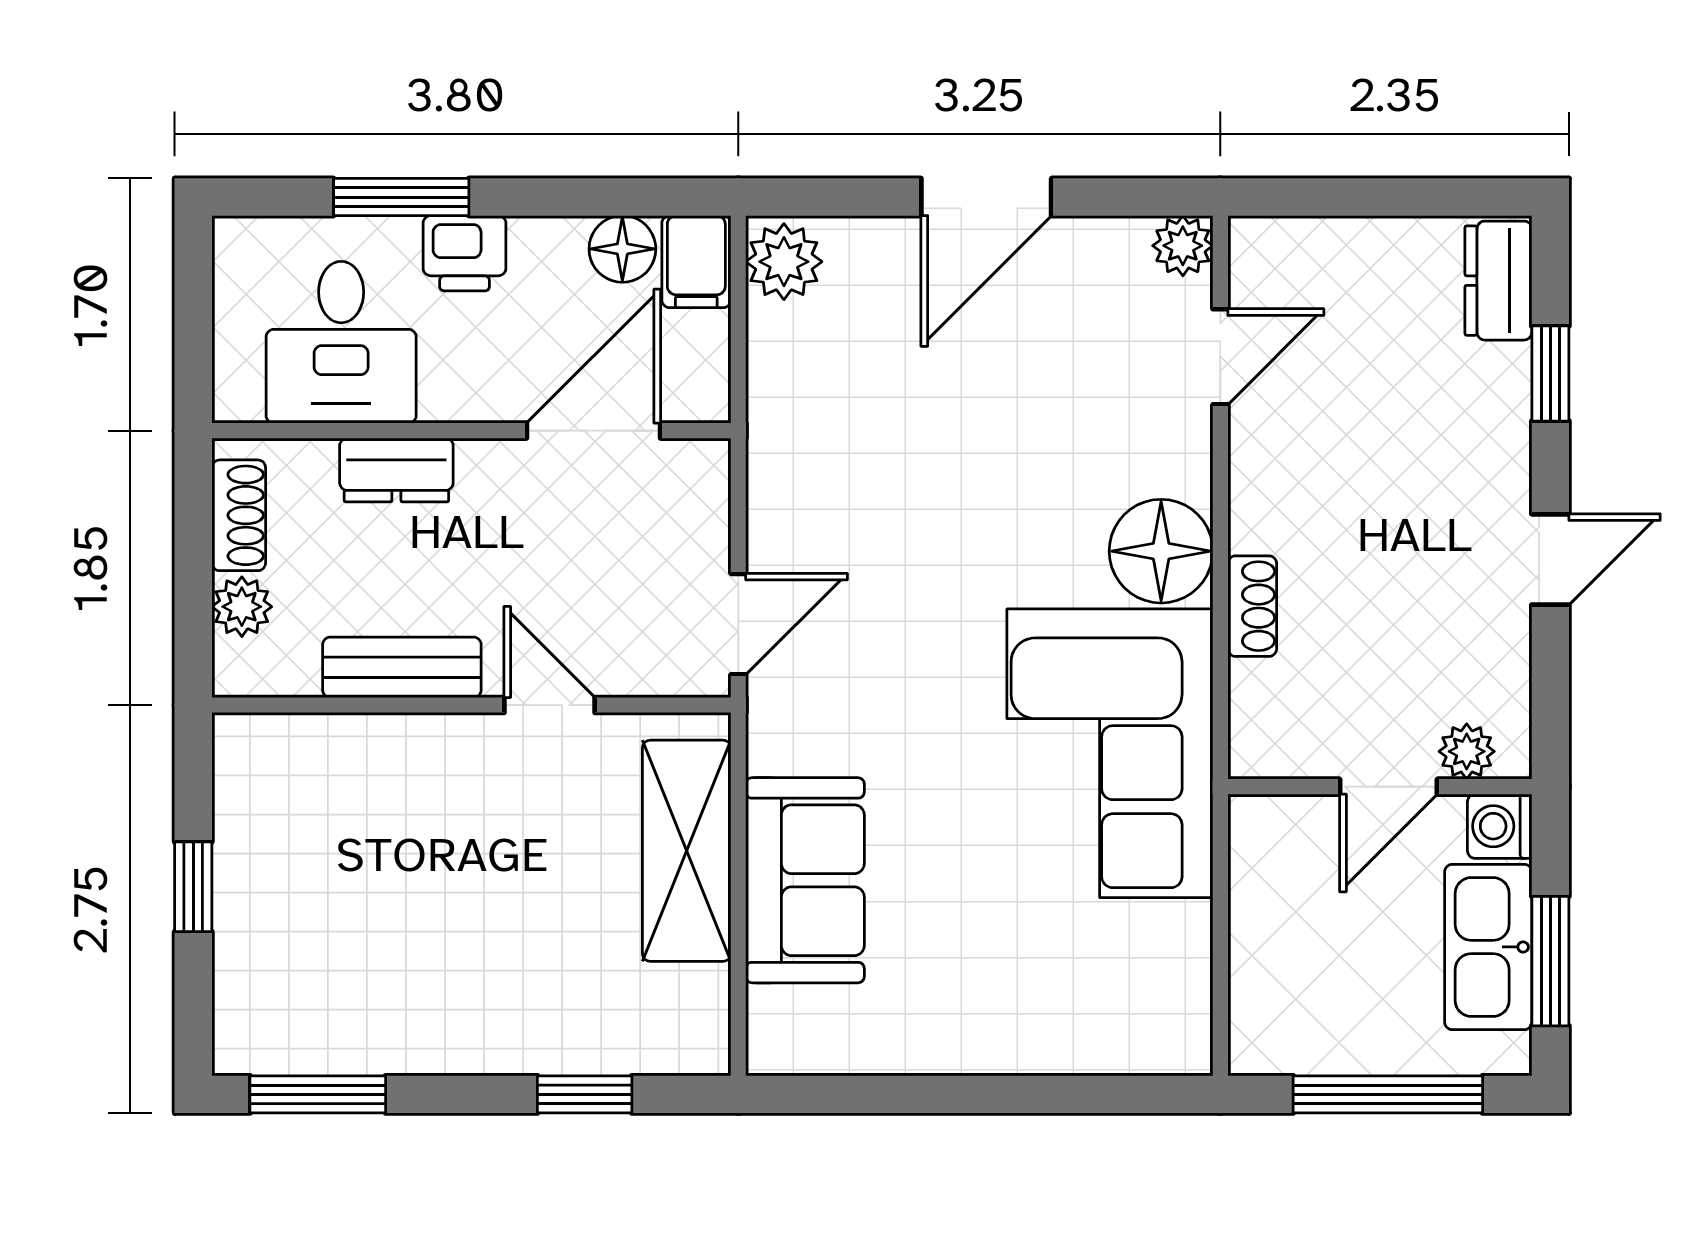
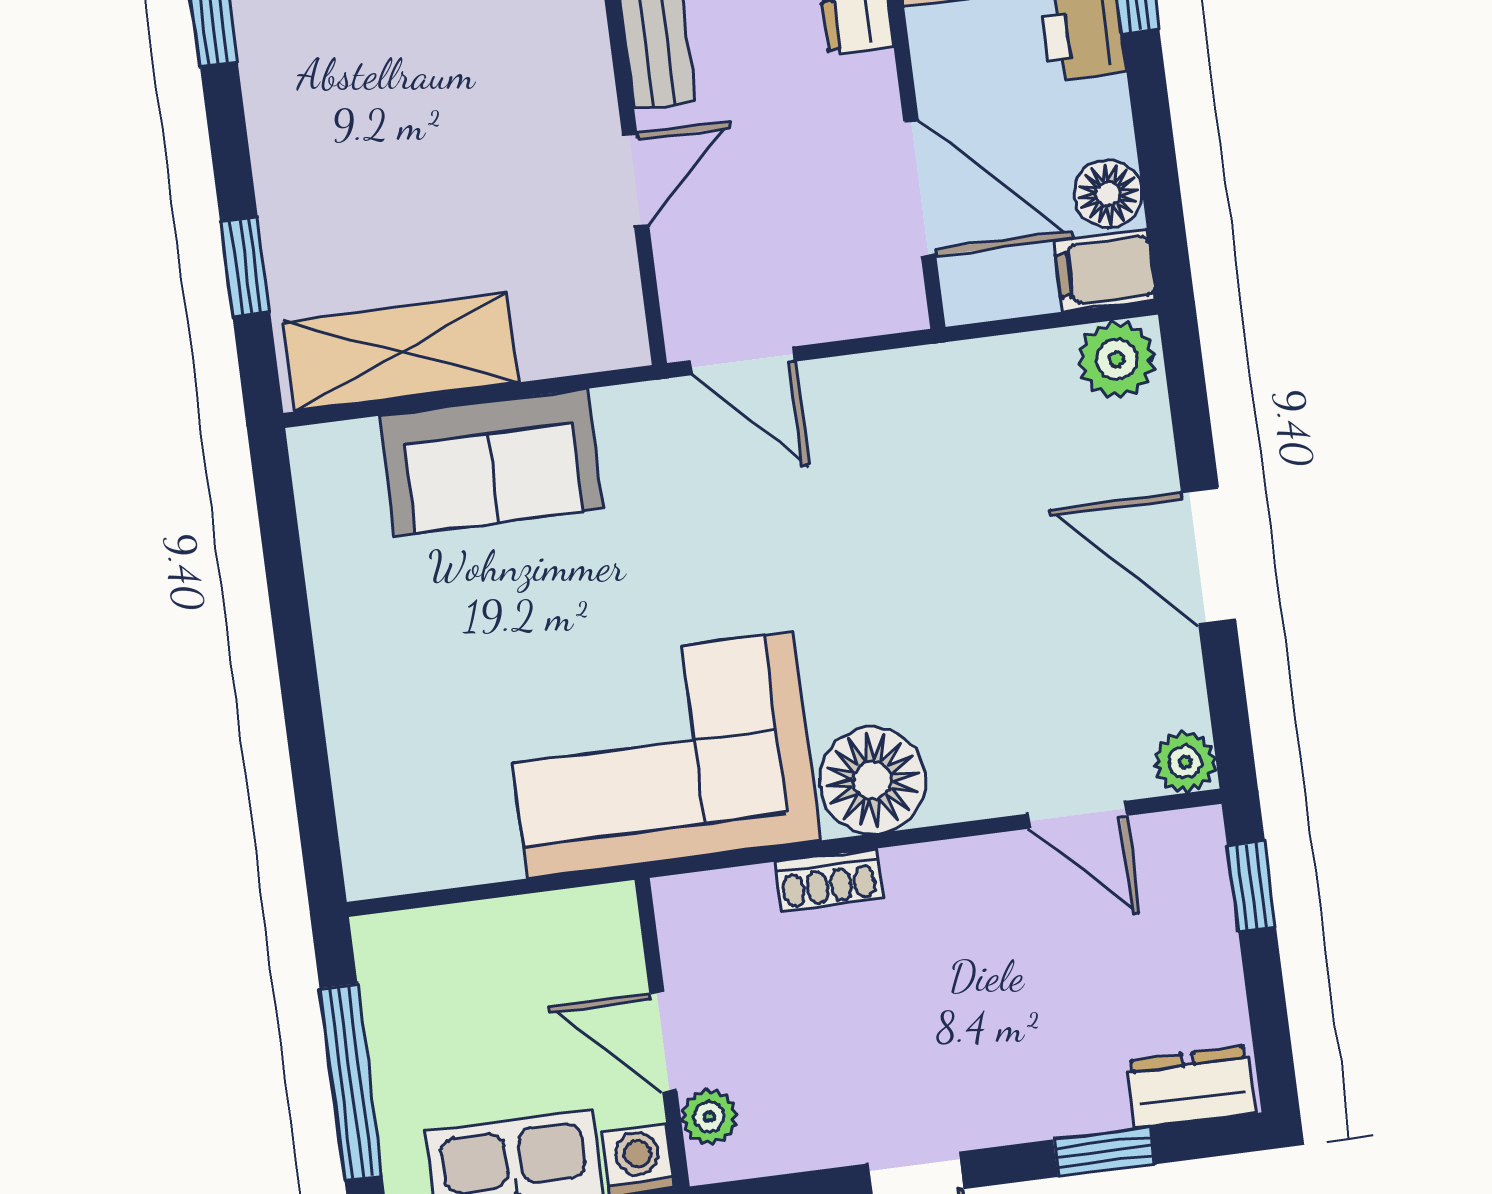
window: (1312, 197) -> (1252, 886), added
shelving: (687, 851) -> (401, 352), moved

